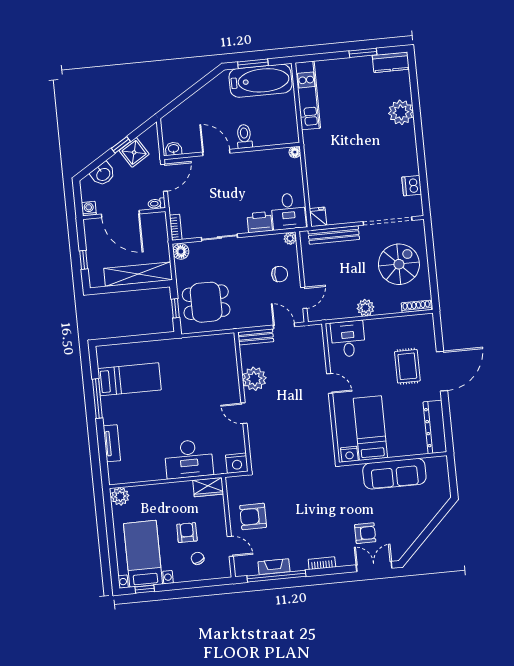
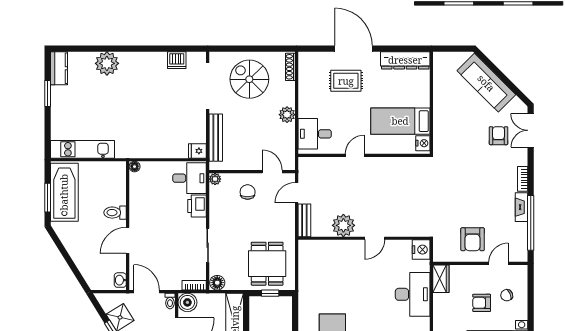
boiler: (157, 222) -> (187, 302), added
sofa: (394, 474) -> (486, 83), moved, turned 135
fireplace: (274, 567) -> (522, 207), moved

